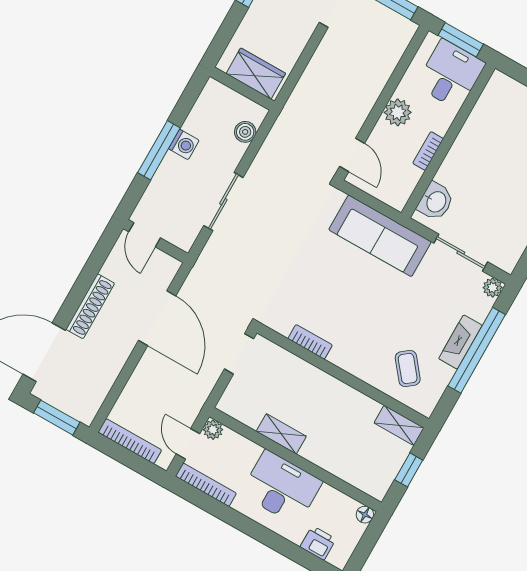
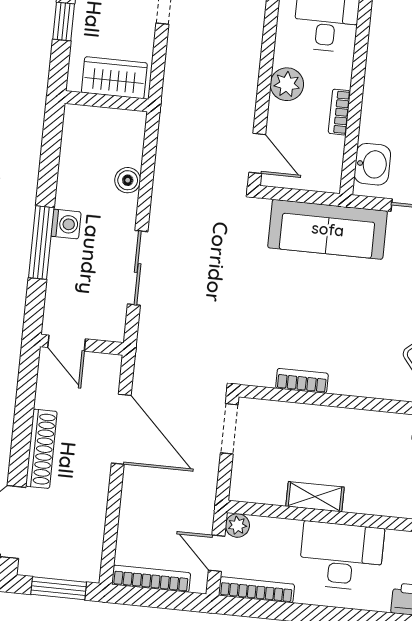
wardrobe: (256, 73) -> (114, 78), moved
wall: (242, 89) -> (107, 101), moved

